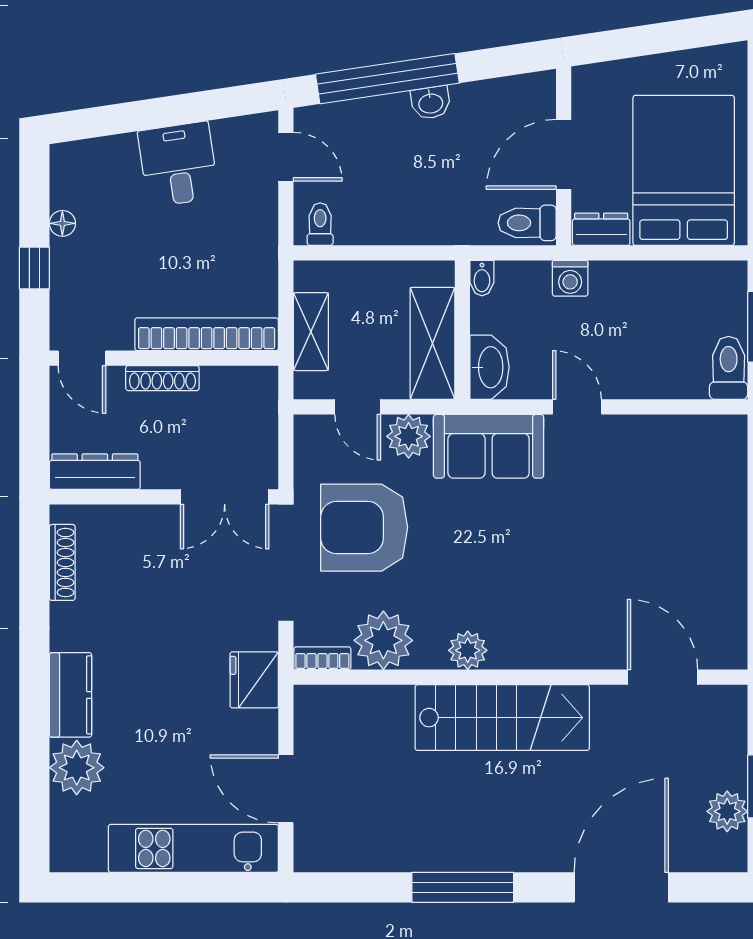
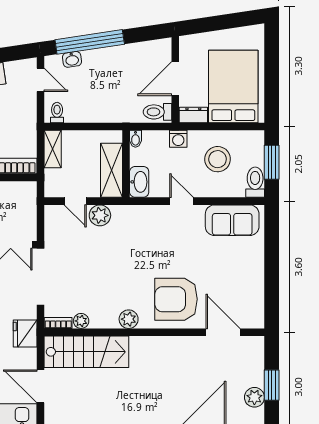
washbasin: (431, 103) -> (72, 59), moved
stool: (651, 320) -> (218, 159), added
shelving: (311, 332) -> (53, 149), moved
sofa: (489, 446) -> (232, 220), moved
armchair: (364, 528) -> (176, 299), moved
plant: (383, 640) -> (81, 321), width x0.53, depth x0.53
stairs: (502, 718) -> (86, 352), moved

